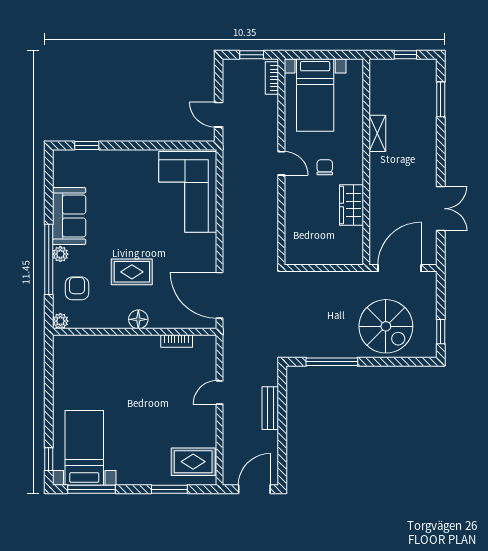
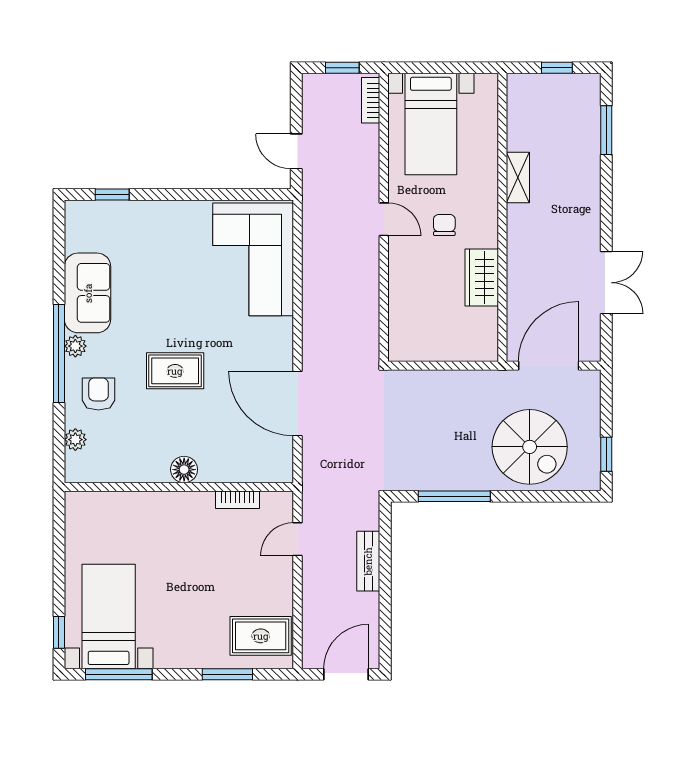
floor lamp: (138, 319) -> (184, 470), moved
wall: (135, 332) -> (179, 487), moved
bookcase: (177, 341) -> (238, 500), moved

